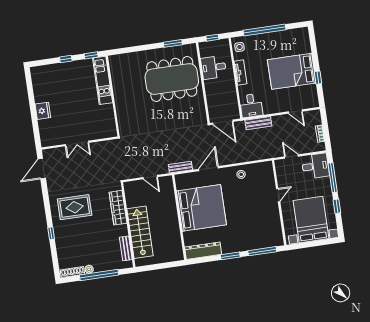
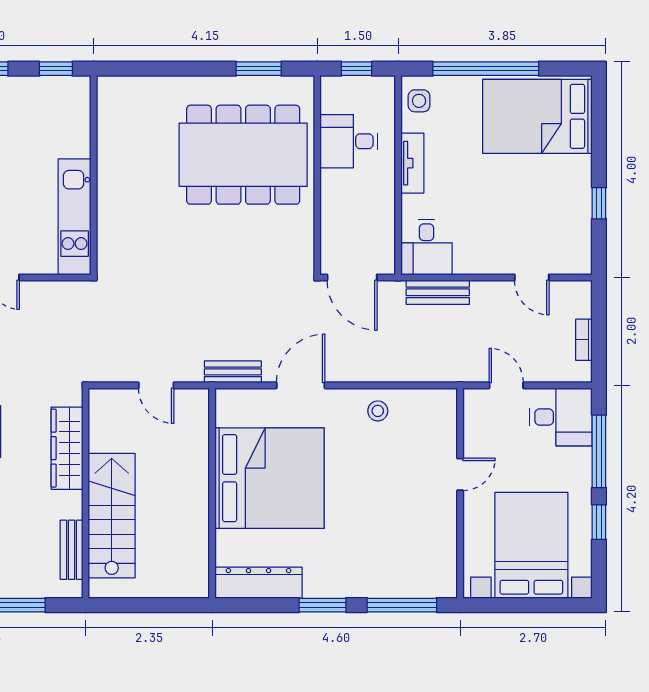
bed: (292, 71) -> (537, 116), moved
kitchen unit: (103, 80) -> (75, 217), moved

